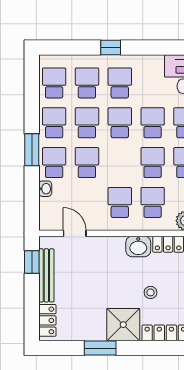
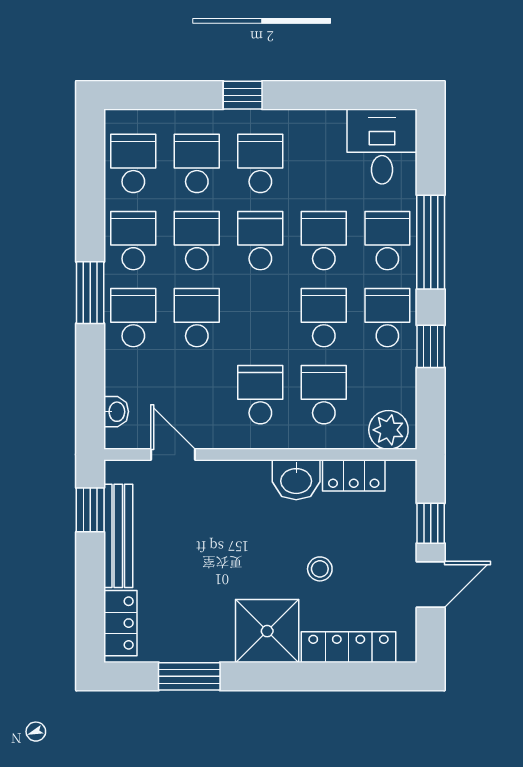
washbasin: (45, 189) -> (116, 412), moved
window: (100, 348) -> (189, 676), moved

